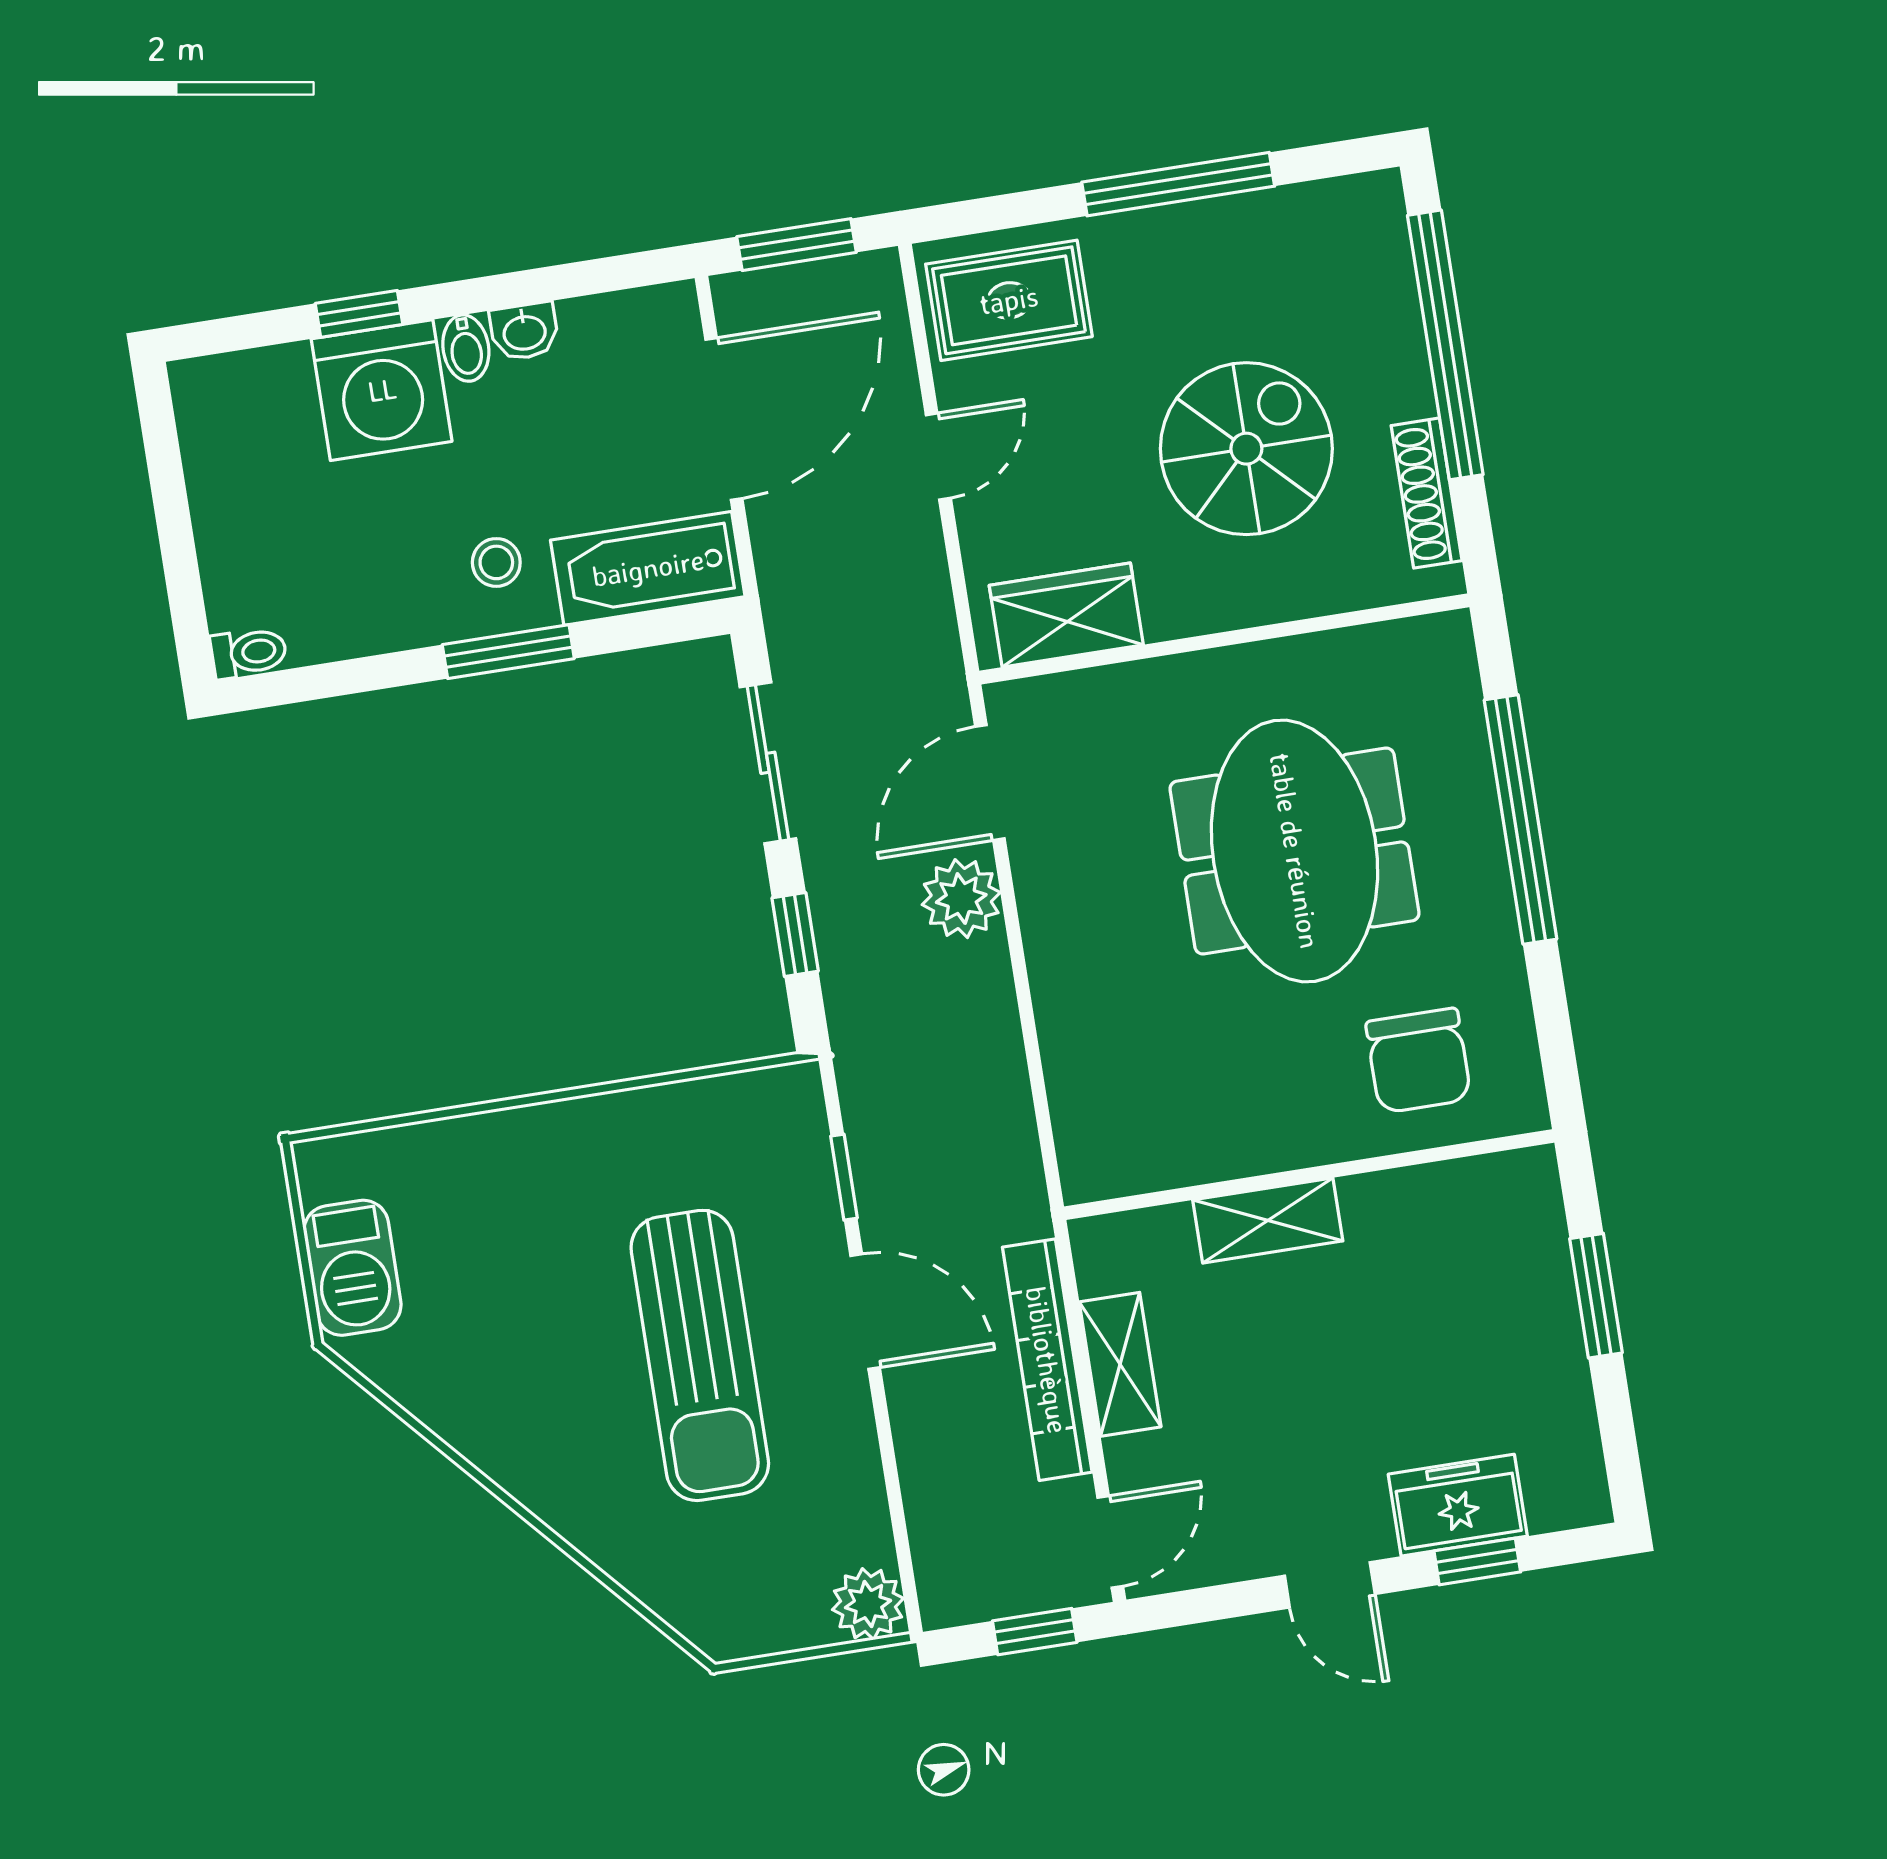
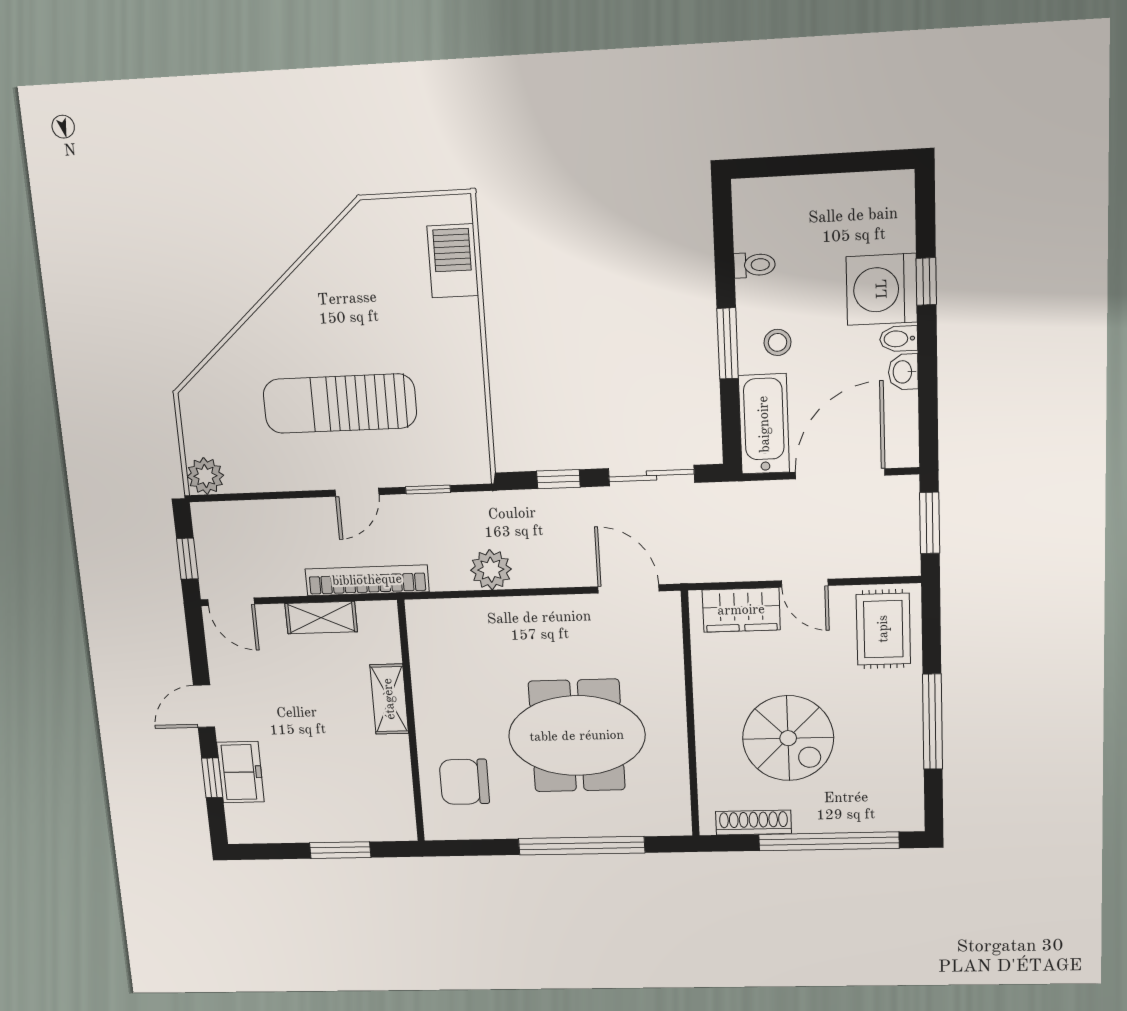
door: (724, 419) -> (840, 474), swing flipped
wardrobe: (1066, 615) -> (741, 610), moved, turned 90
toilet: (249, 653) -> (755, 265), moved, turned -90
plant: (961, 899) -> (491, 570), moved
barbecue: (352, 1268) -> (453, 261), moved, turned 90
door: (865, 1312) -> (357, 492), width x0.73
bookcase: (1047, 1360) -> (367, 580), moved

